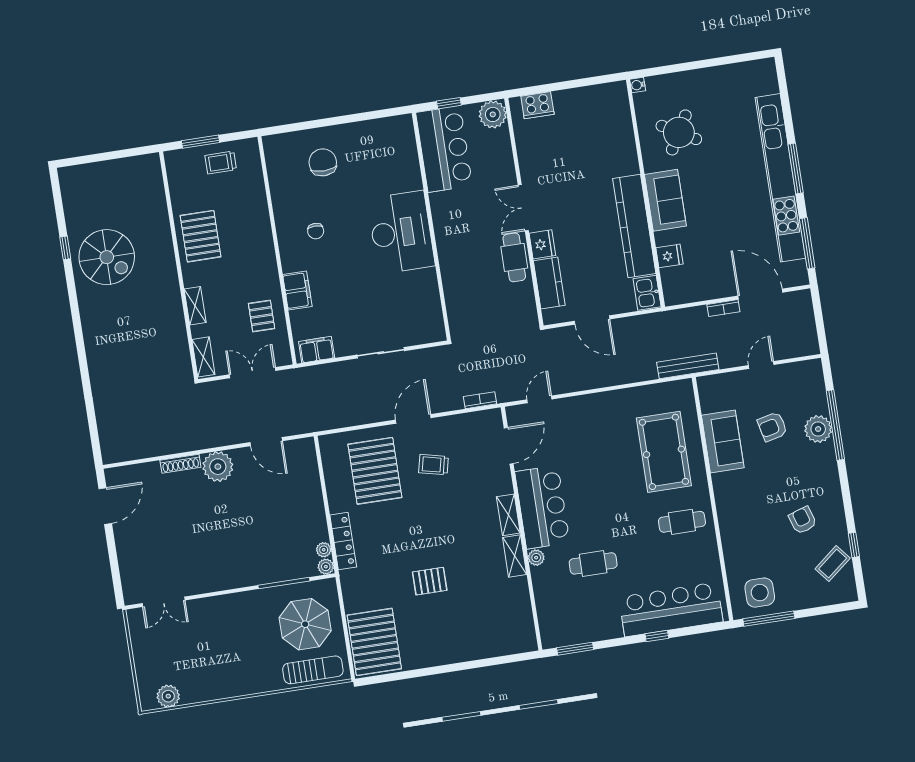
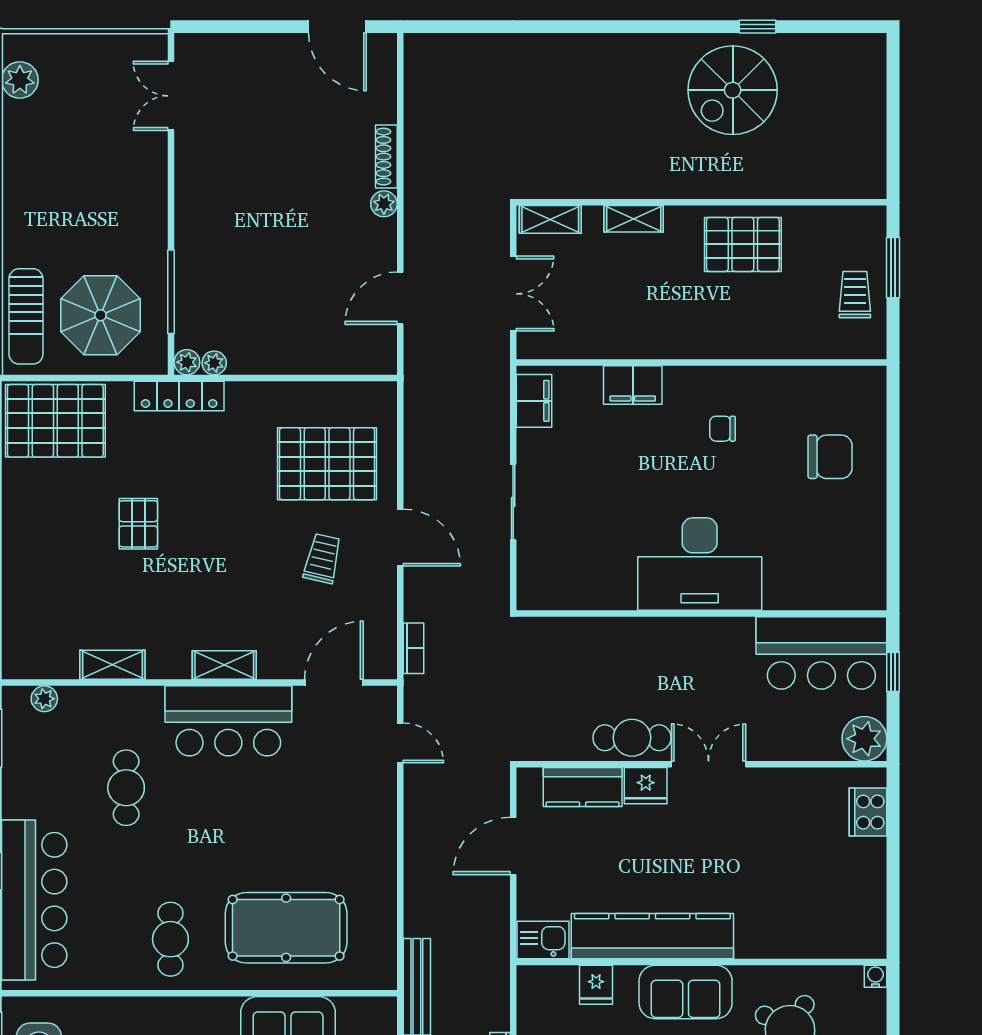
pallet: (262, 316) -> (601, 322), removed
door: (509, 446) -> (334, 683), swing flipped
plant: (218, 467) -> (384, 204), width x0.53, depth x0.53
locker: (343, 541) -> (179, 396), moved
shelving: (515, 556) -> (112, 665), moved
plant: (536, 558) -> (44, 699), moved

